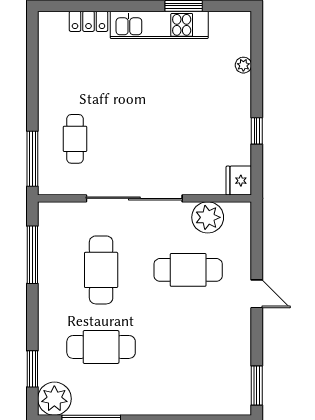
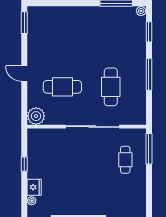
fridge: (239, 181) -> (34, 187), moved
plant: (208, 217) -> (36, 116), moved
window: (32, 255) -> (149, 74), moved
cafe table: (101, 347) -> (111, 44), removed
plant: (54, 399) -> (141, 11), width x0.53, depth x0.53

